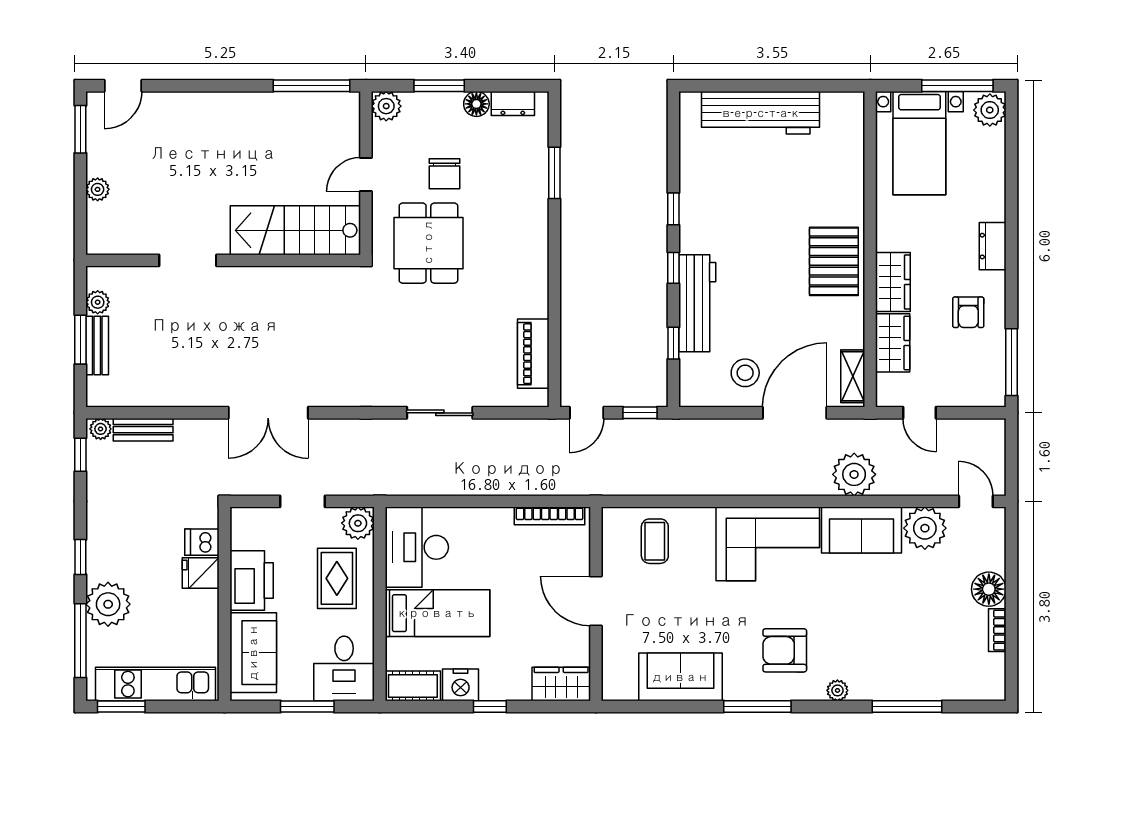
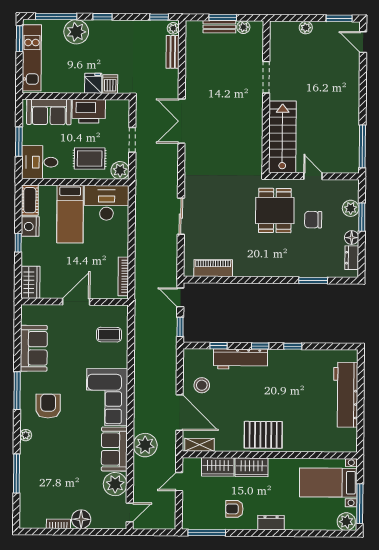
plant: (386, 106) -> (351, 208), moved
dining table: (428, 243) -> (275, 210), turned 90

